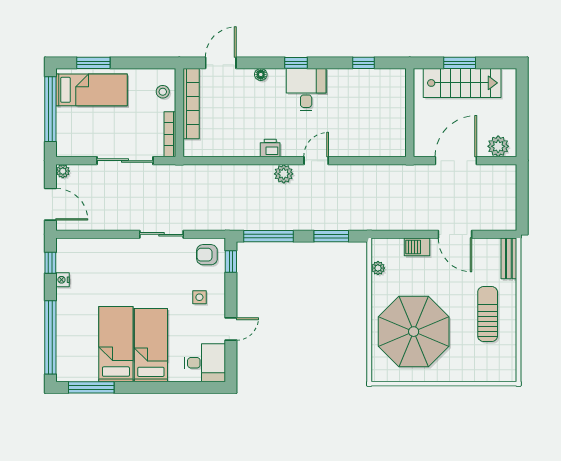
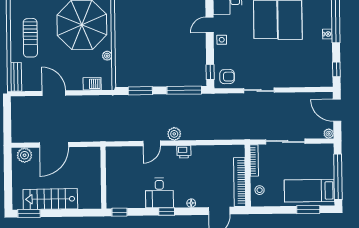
window: (460, 63) -> (29, 213), moved
wall: (410, 113) -> (103, 178), moved
barbecue: (417, 247) -> (92, 84), moved
plant: (378, 268) -> (107, 56), moved
nightstand: (63, 280) -> (327, 34), moved
side table: (199, 297) -> (222, 40), moved

